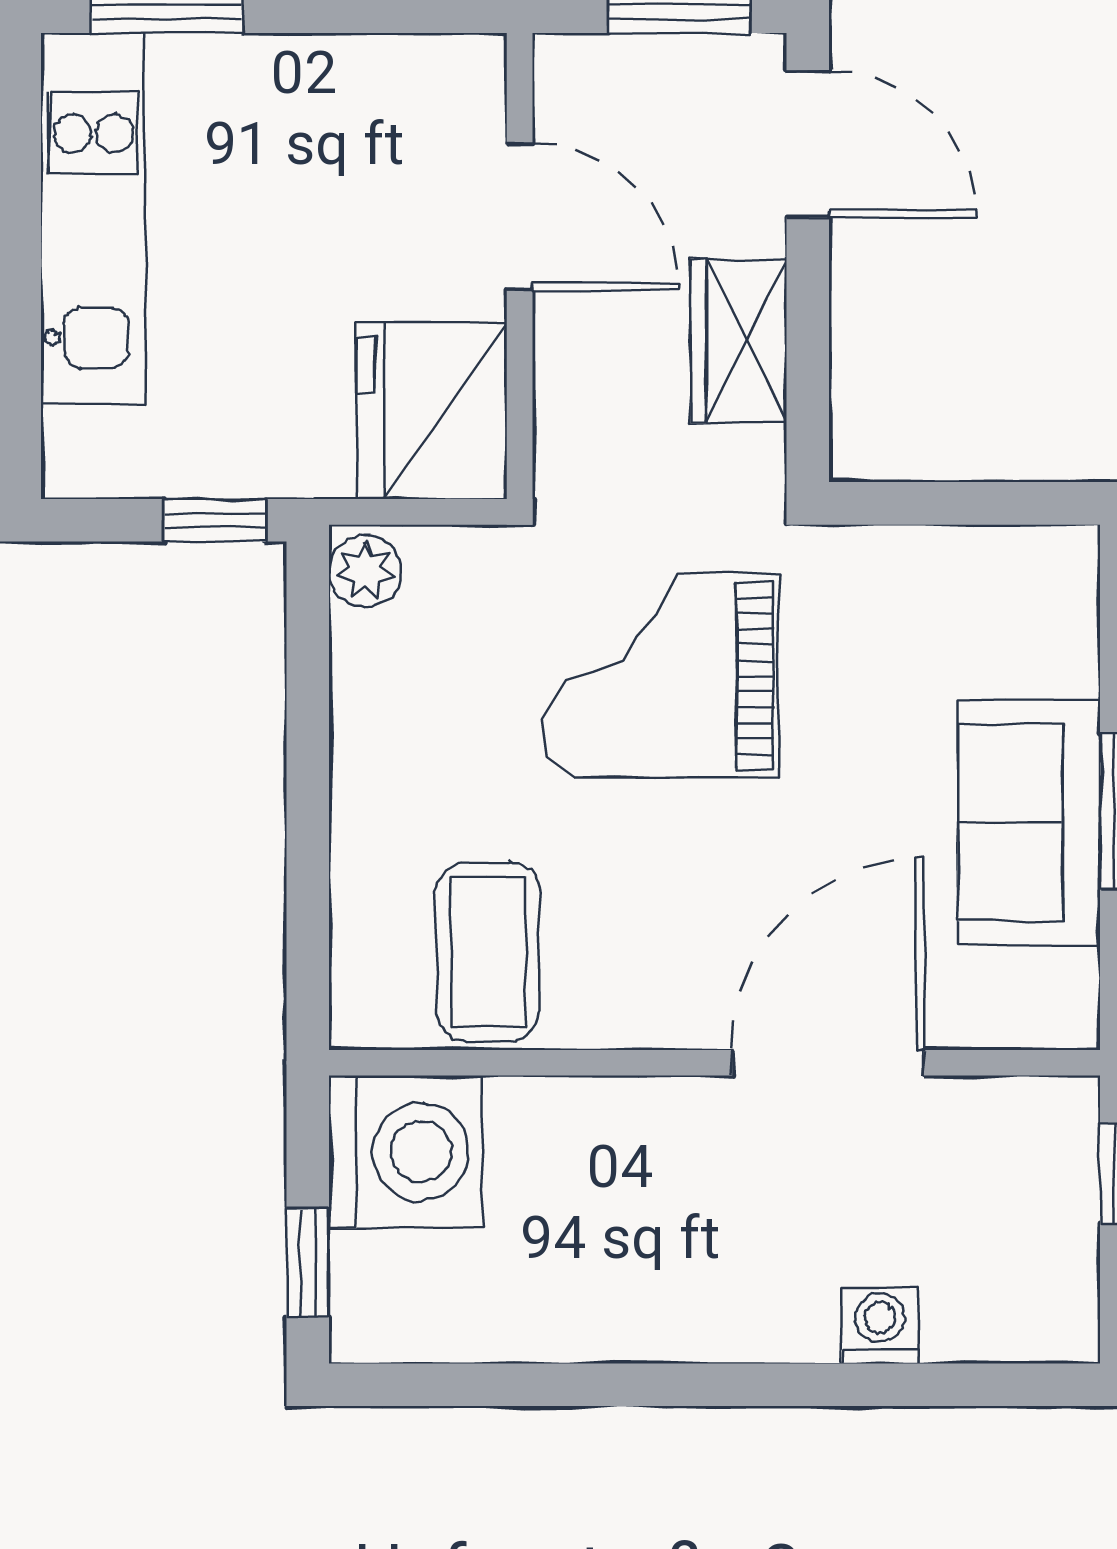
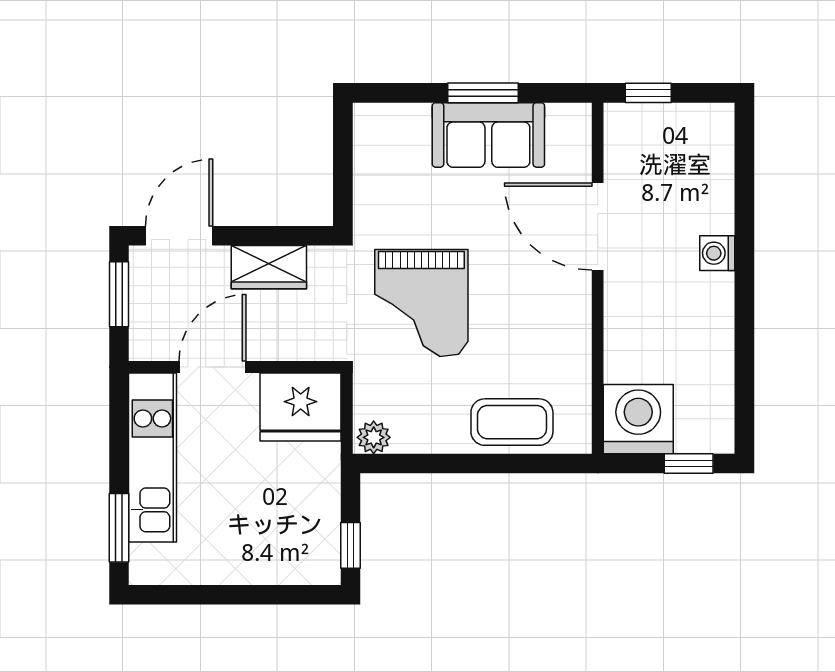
kitchen unit: (93, 219) -> (152, 457), moved, turned 90
window: (215, 520) -> (351, 545), moved
coffee table: (488, 951) -> (512, 422), moved
washing machine: (880, 1325) -> (717, 253), moved

